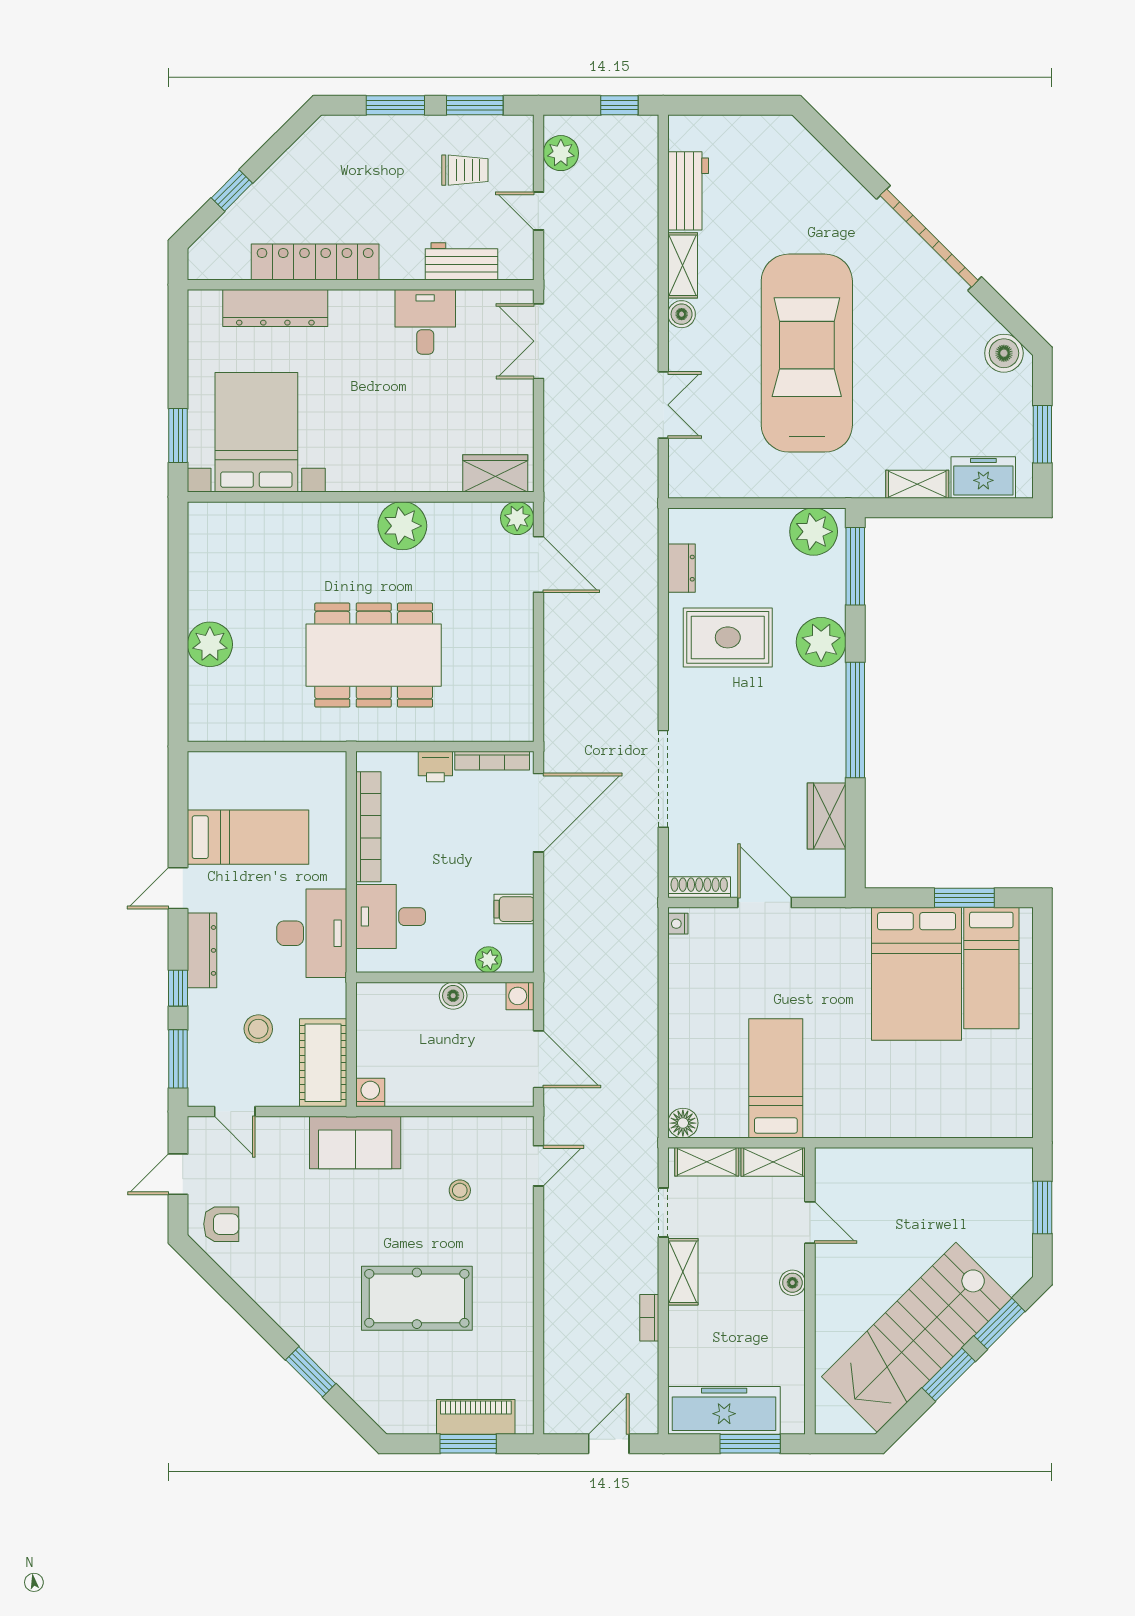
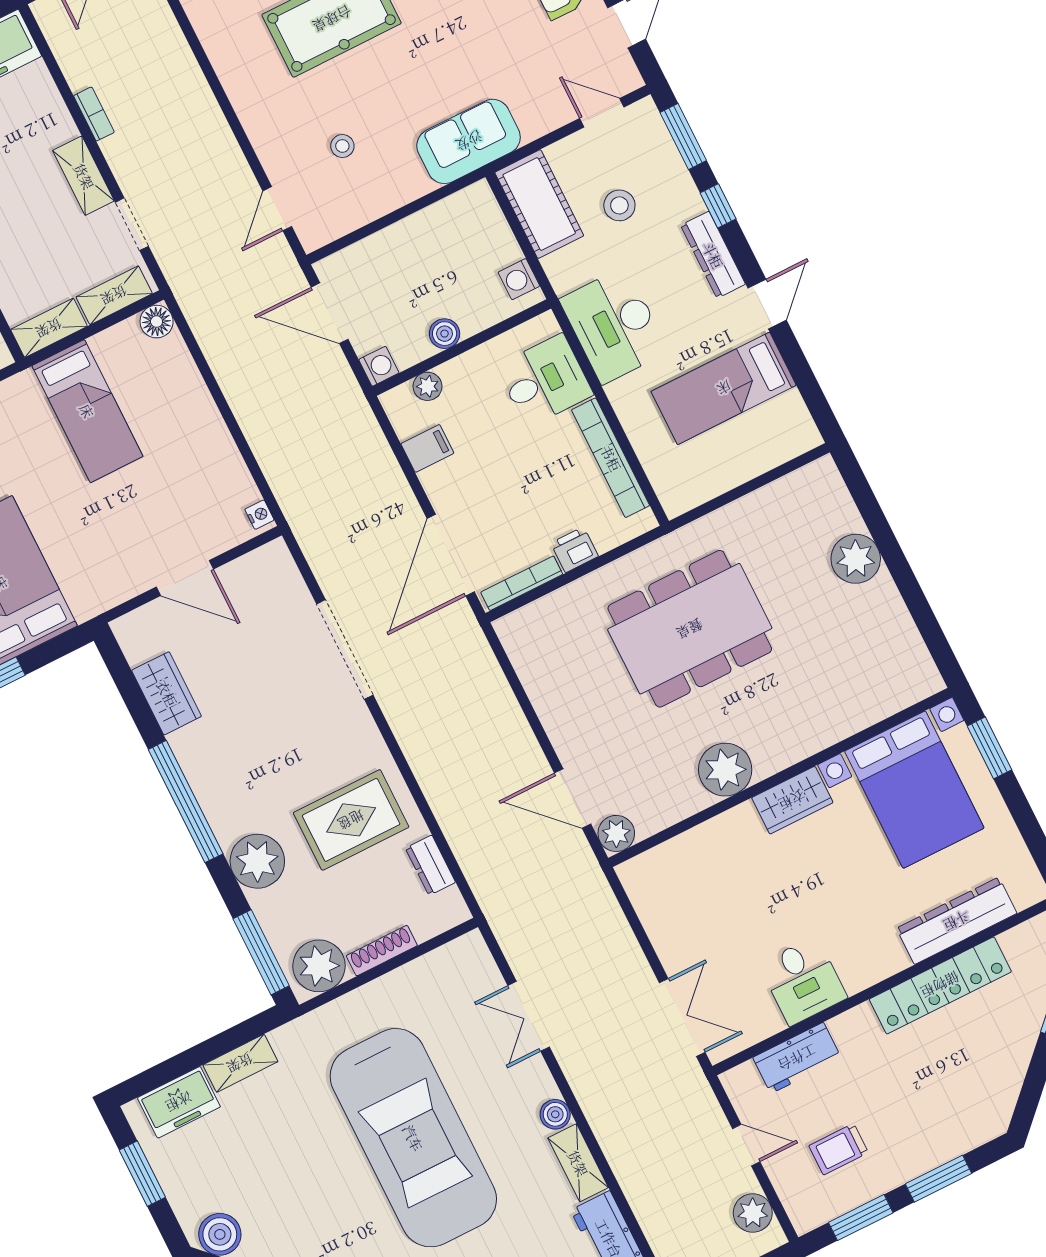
wardrobe: (495, 473) -> (792, 800), moved
shoe rack: (699, 887) -> (382, 951), moved, turned 180
washing machine: (370, 1093) -> (519, 279), moved, turned 90

